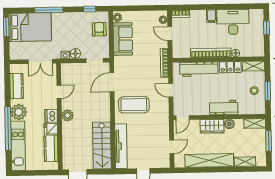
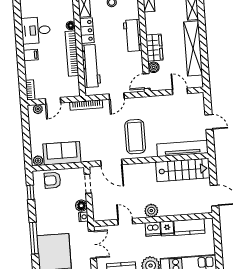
desk: (233, 22) -> (36, 30), width x0.73
door: (183, 118) -> (147, 81), swing flipped
boiler: (229, 124) -> (154, 67), moved

